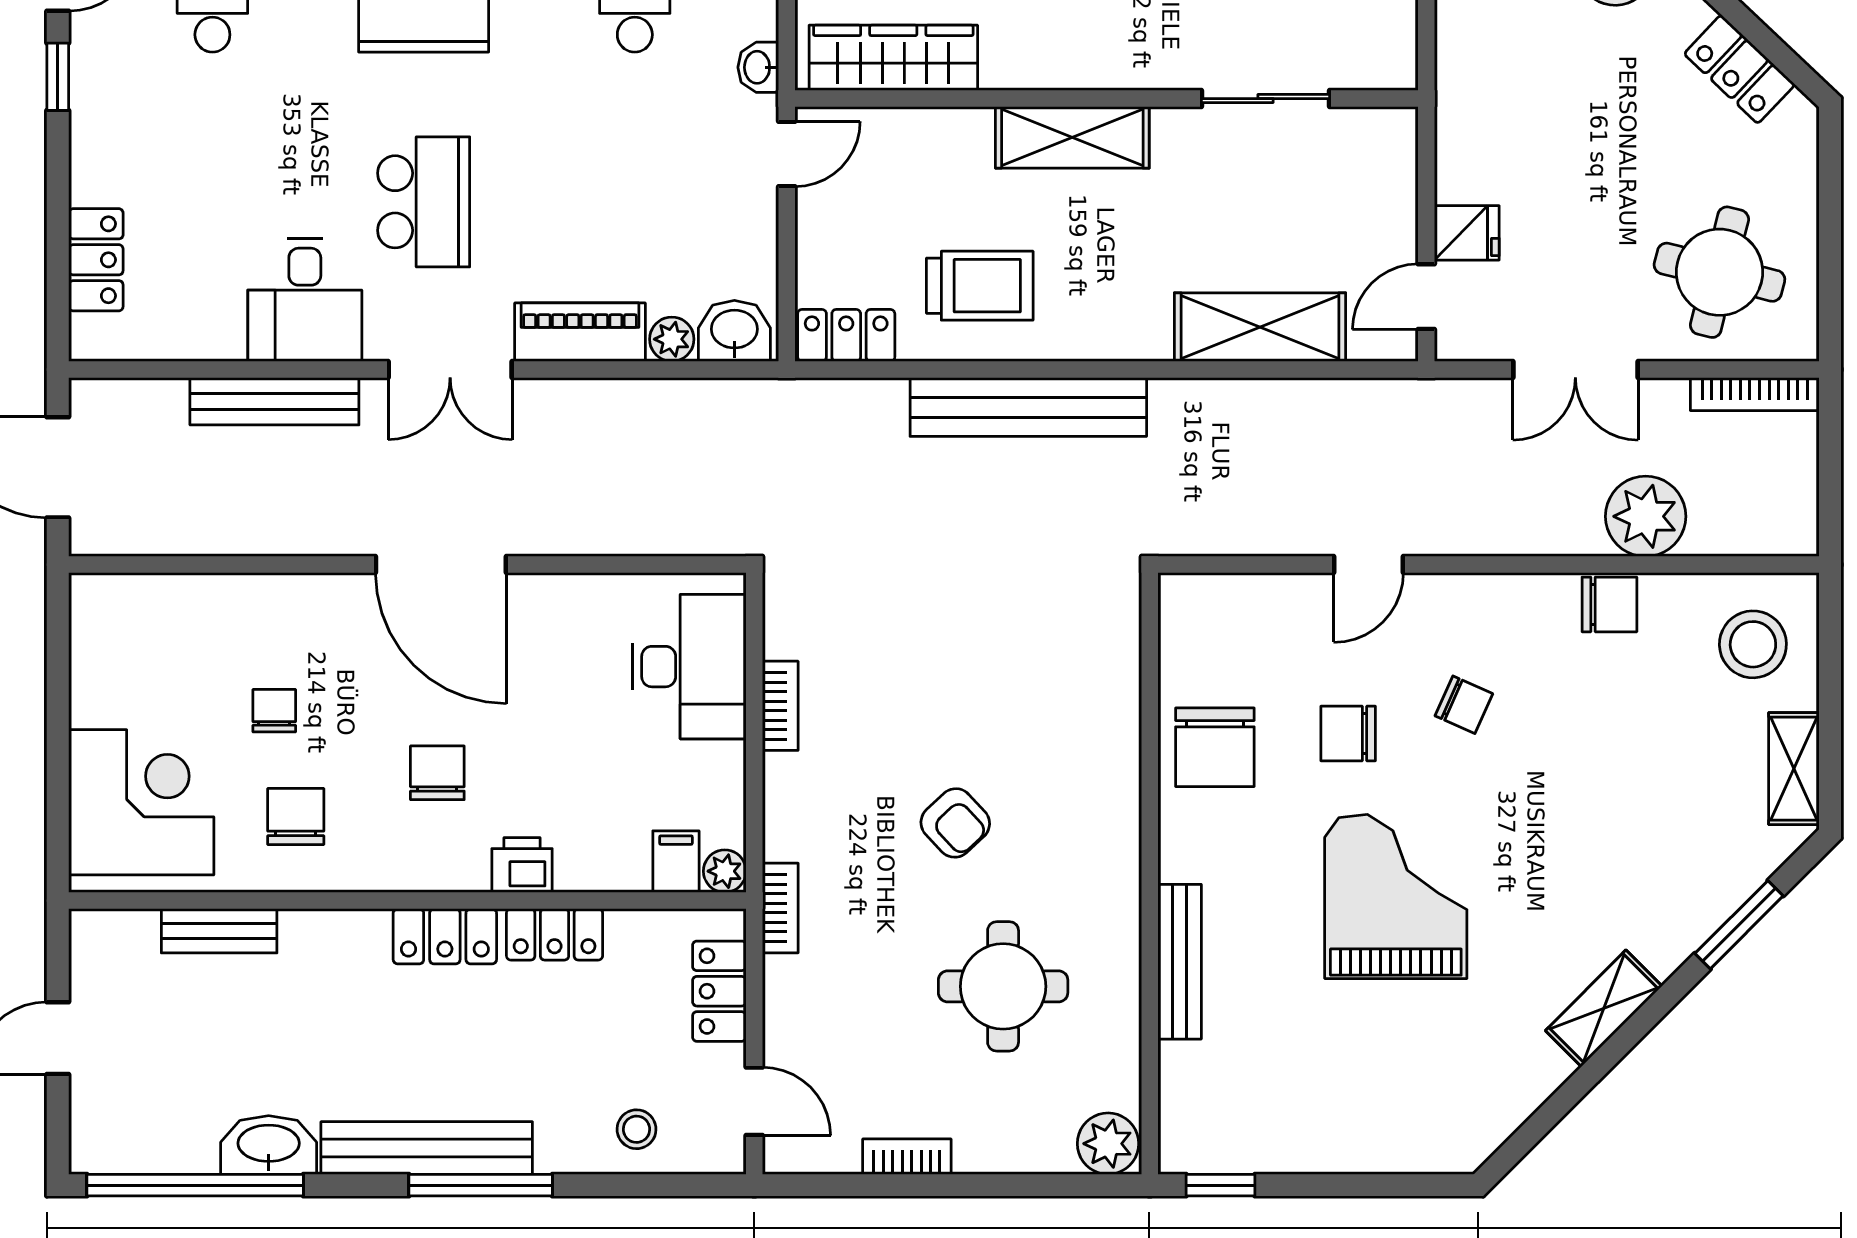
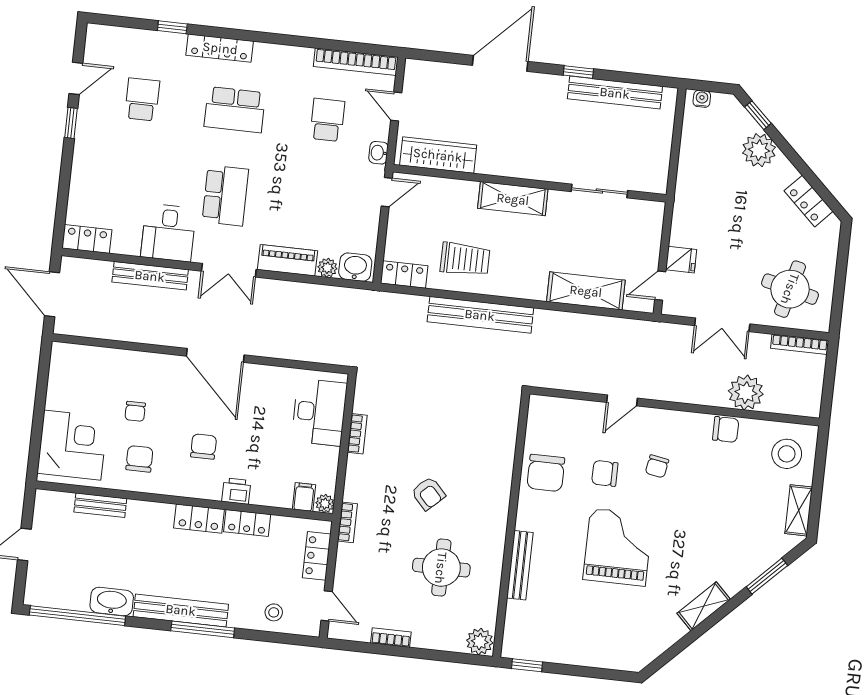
locker: (96, 260) -> (87, 239), moved, turned -90
chair: (1464, 705) -> (657, 466), turned 76
chair: (274, 711) -> (135, 411), turned 180

